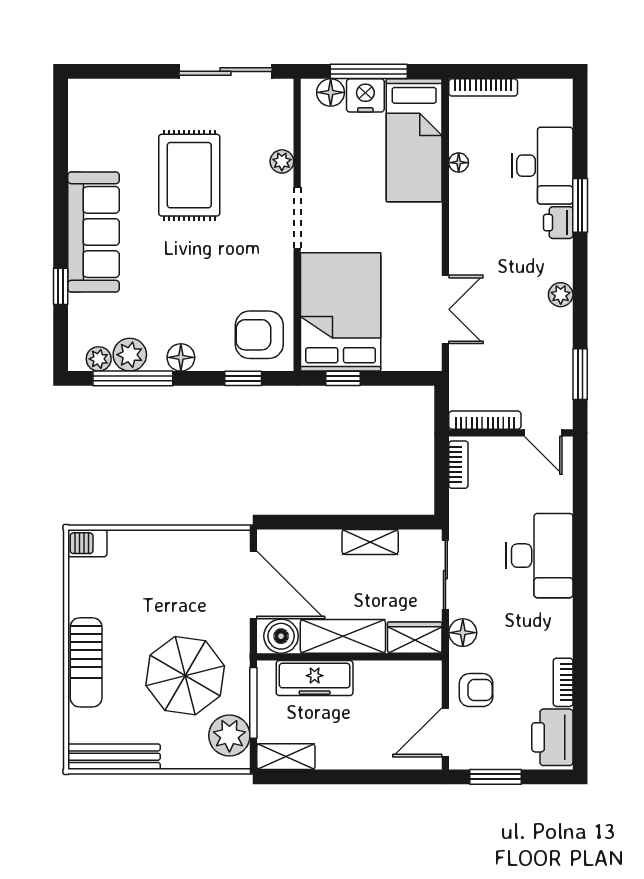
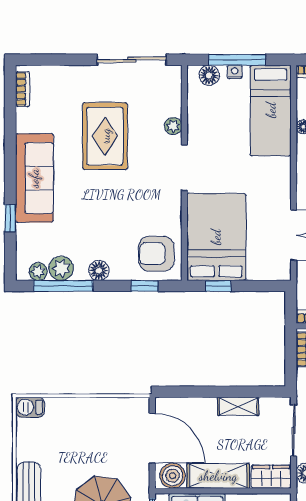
nightstand: (365, 95) -> (235, 72), width x0.53, depth x0.56
bookcase: (77, 111) -> (23, 89), added

